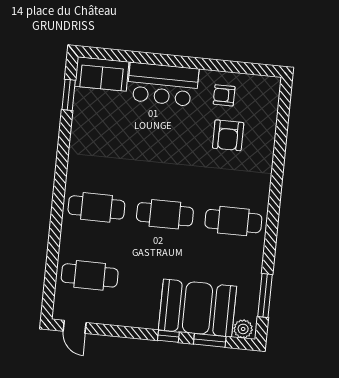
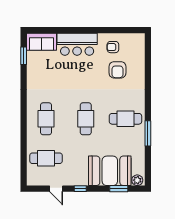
cafe table: (96, 207) -> (46, 119), turned 90
cafe table: (165, 214) -> (86, 119), turned 90
window: (265, 296) -> (148, 133), moved
door: (75, 327) -> (56, 189), moved
window: (168, 336) -> (80, 189), moved

